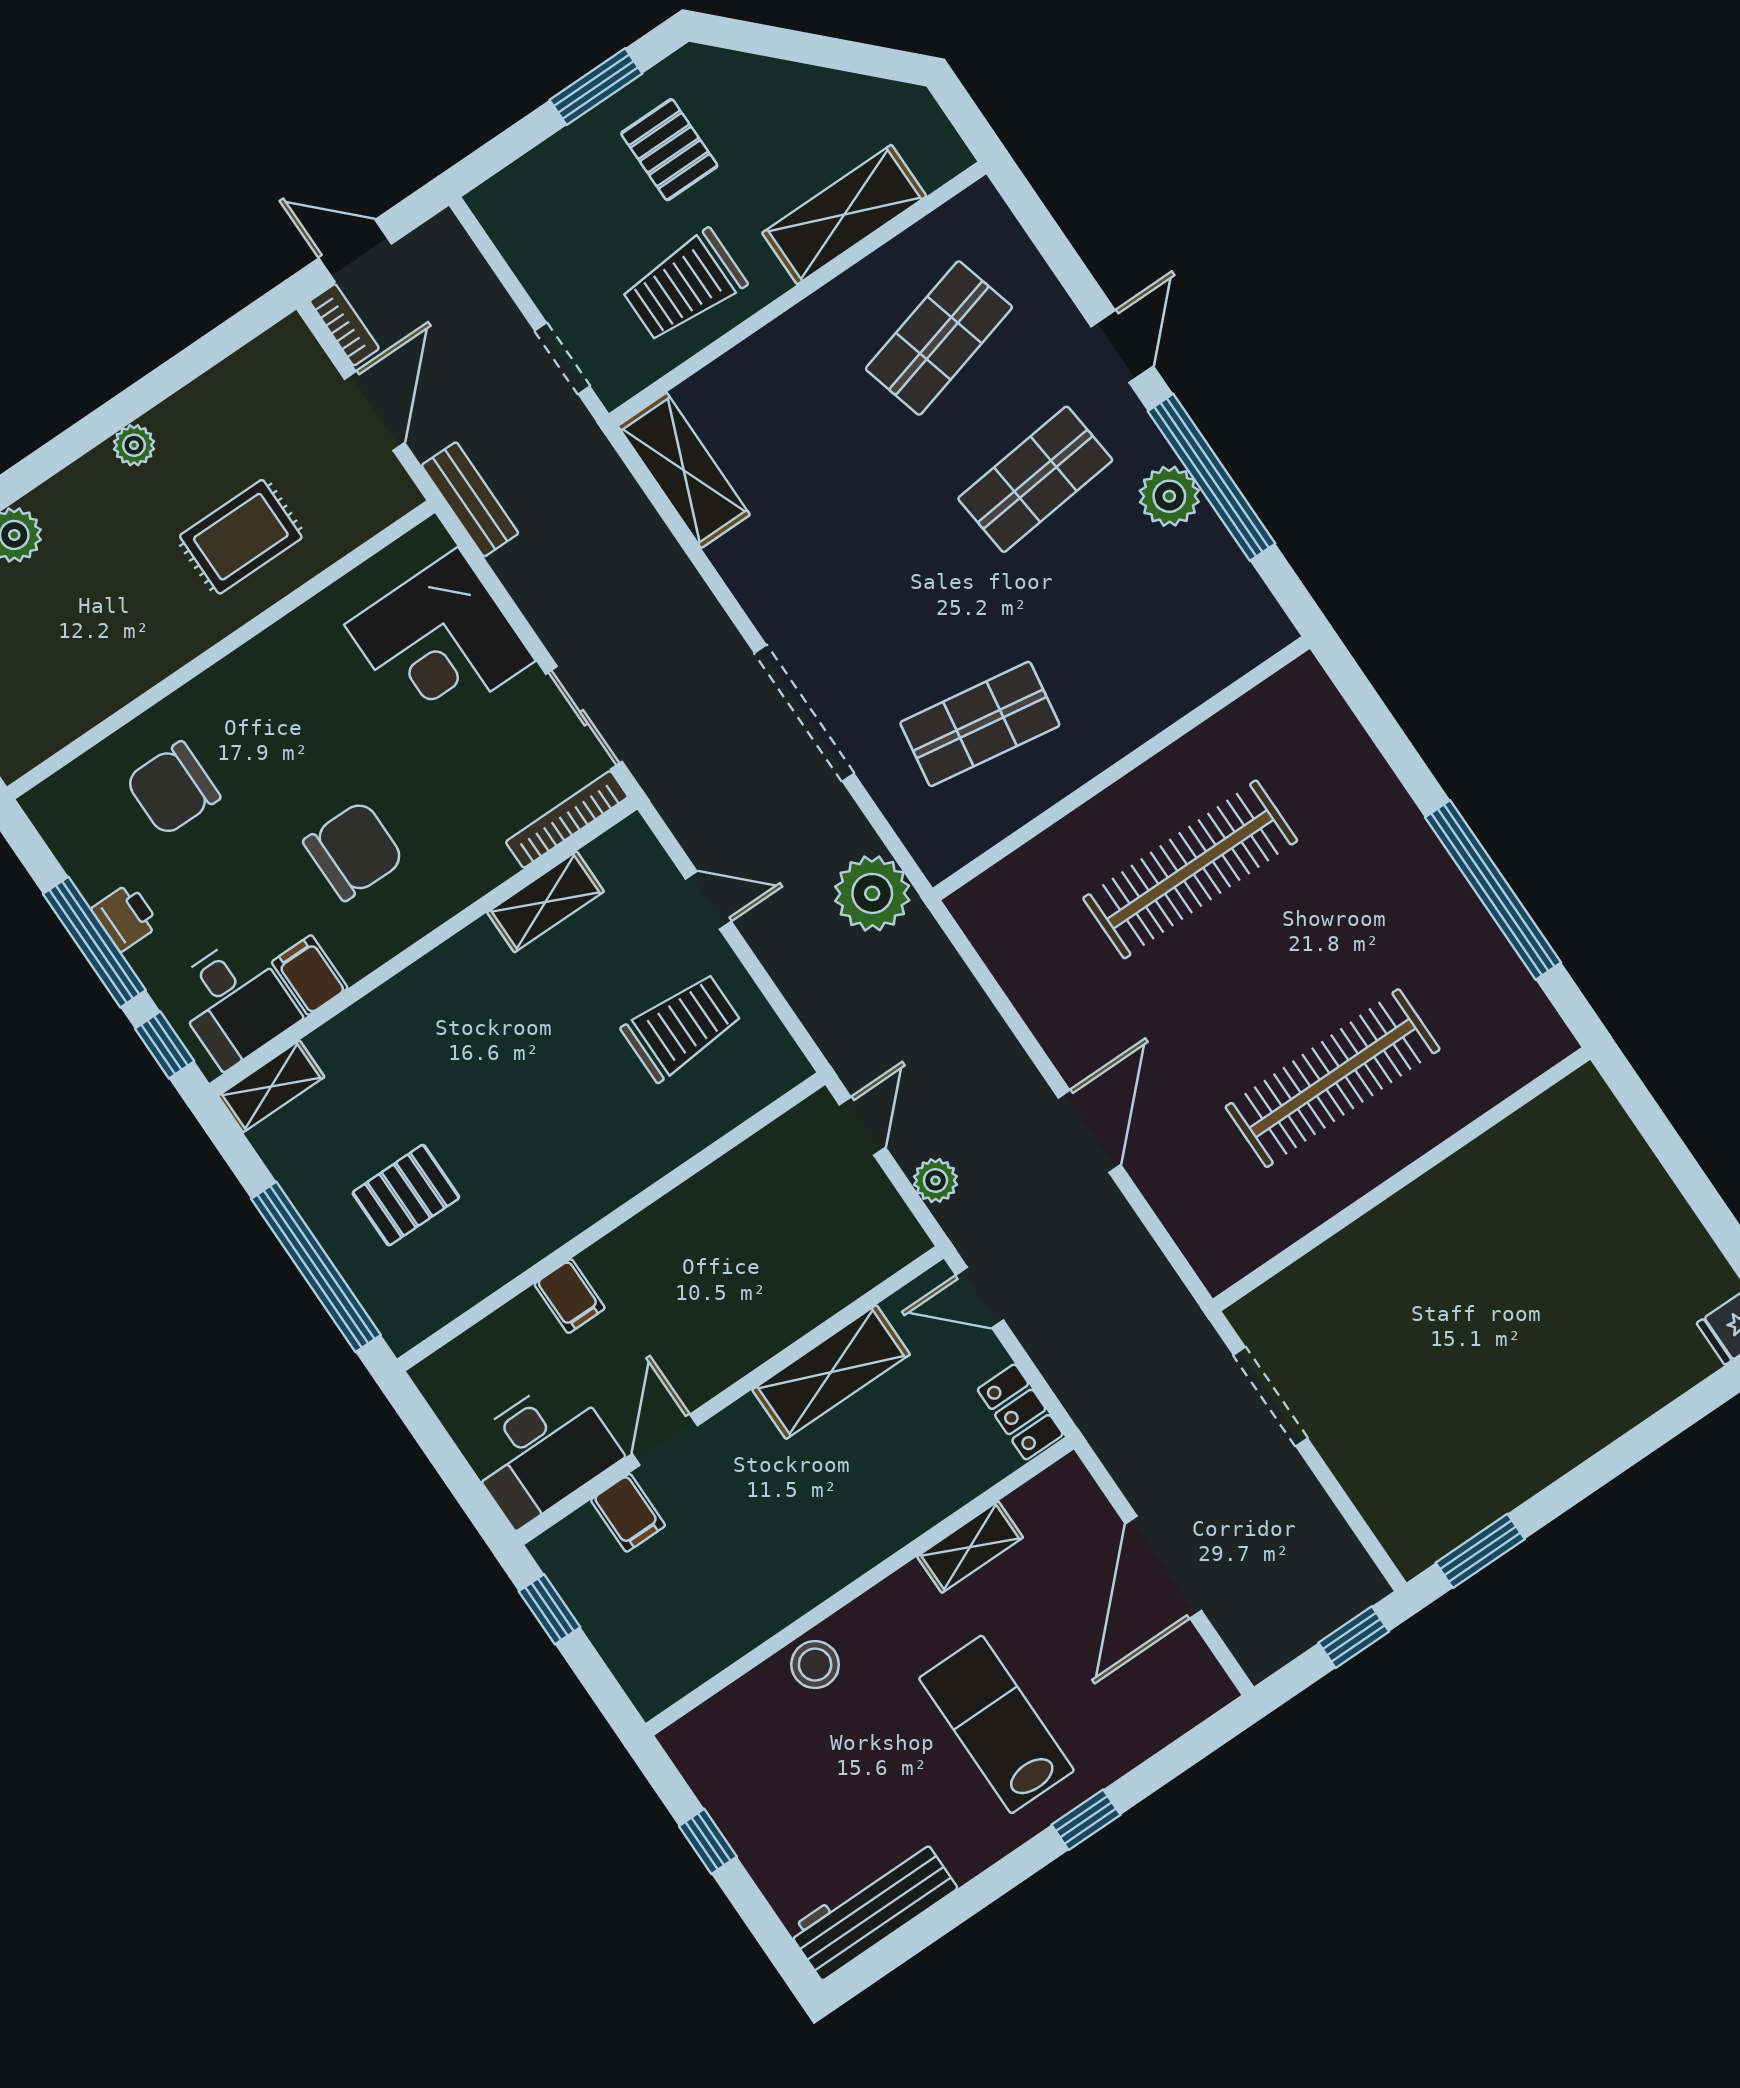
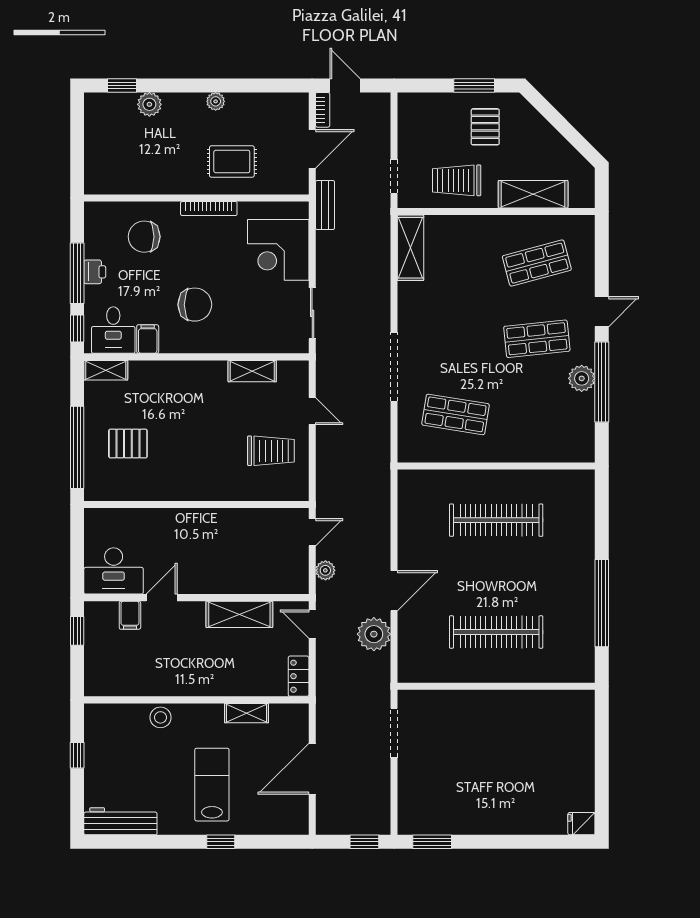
bookcase: (567, 819) -> (209, 209), moved, turned 180
plant: (872, 893) -> (374, 634), moved
filing cabinet: (570, 1296) -> (163, 521), removed

